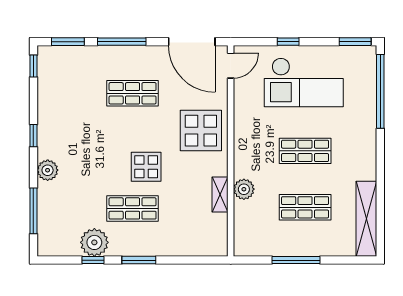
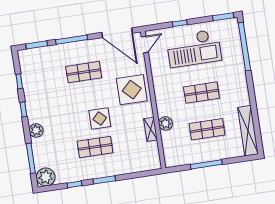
window: (33, 66) -> (19, 81), moved
plant: (94, 242) -> (46, 177), moved

